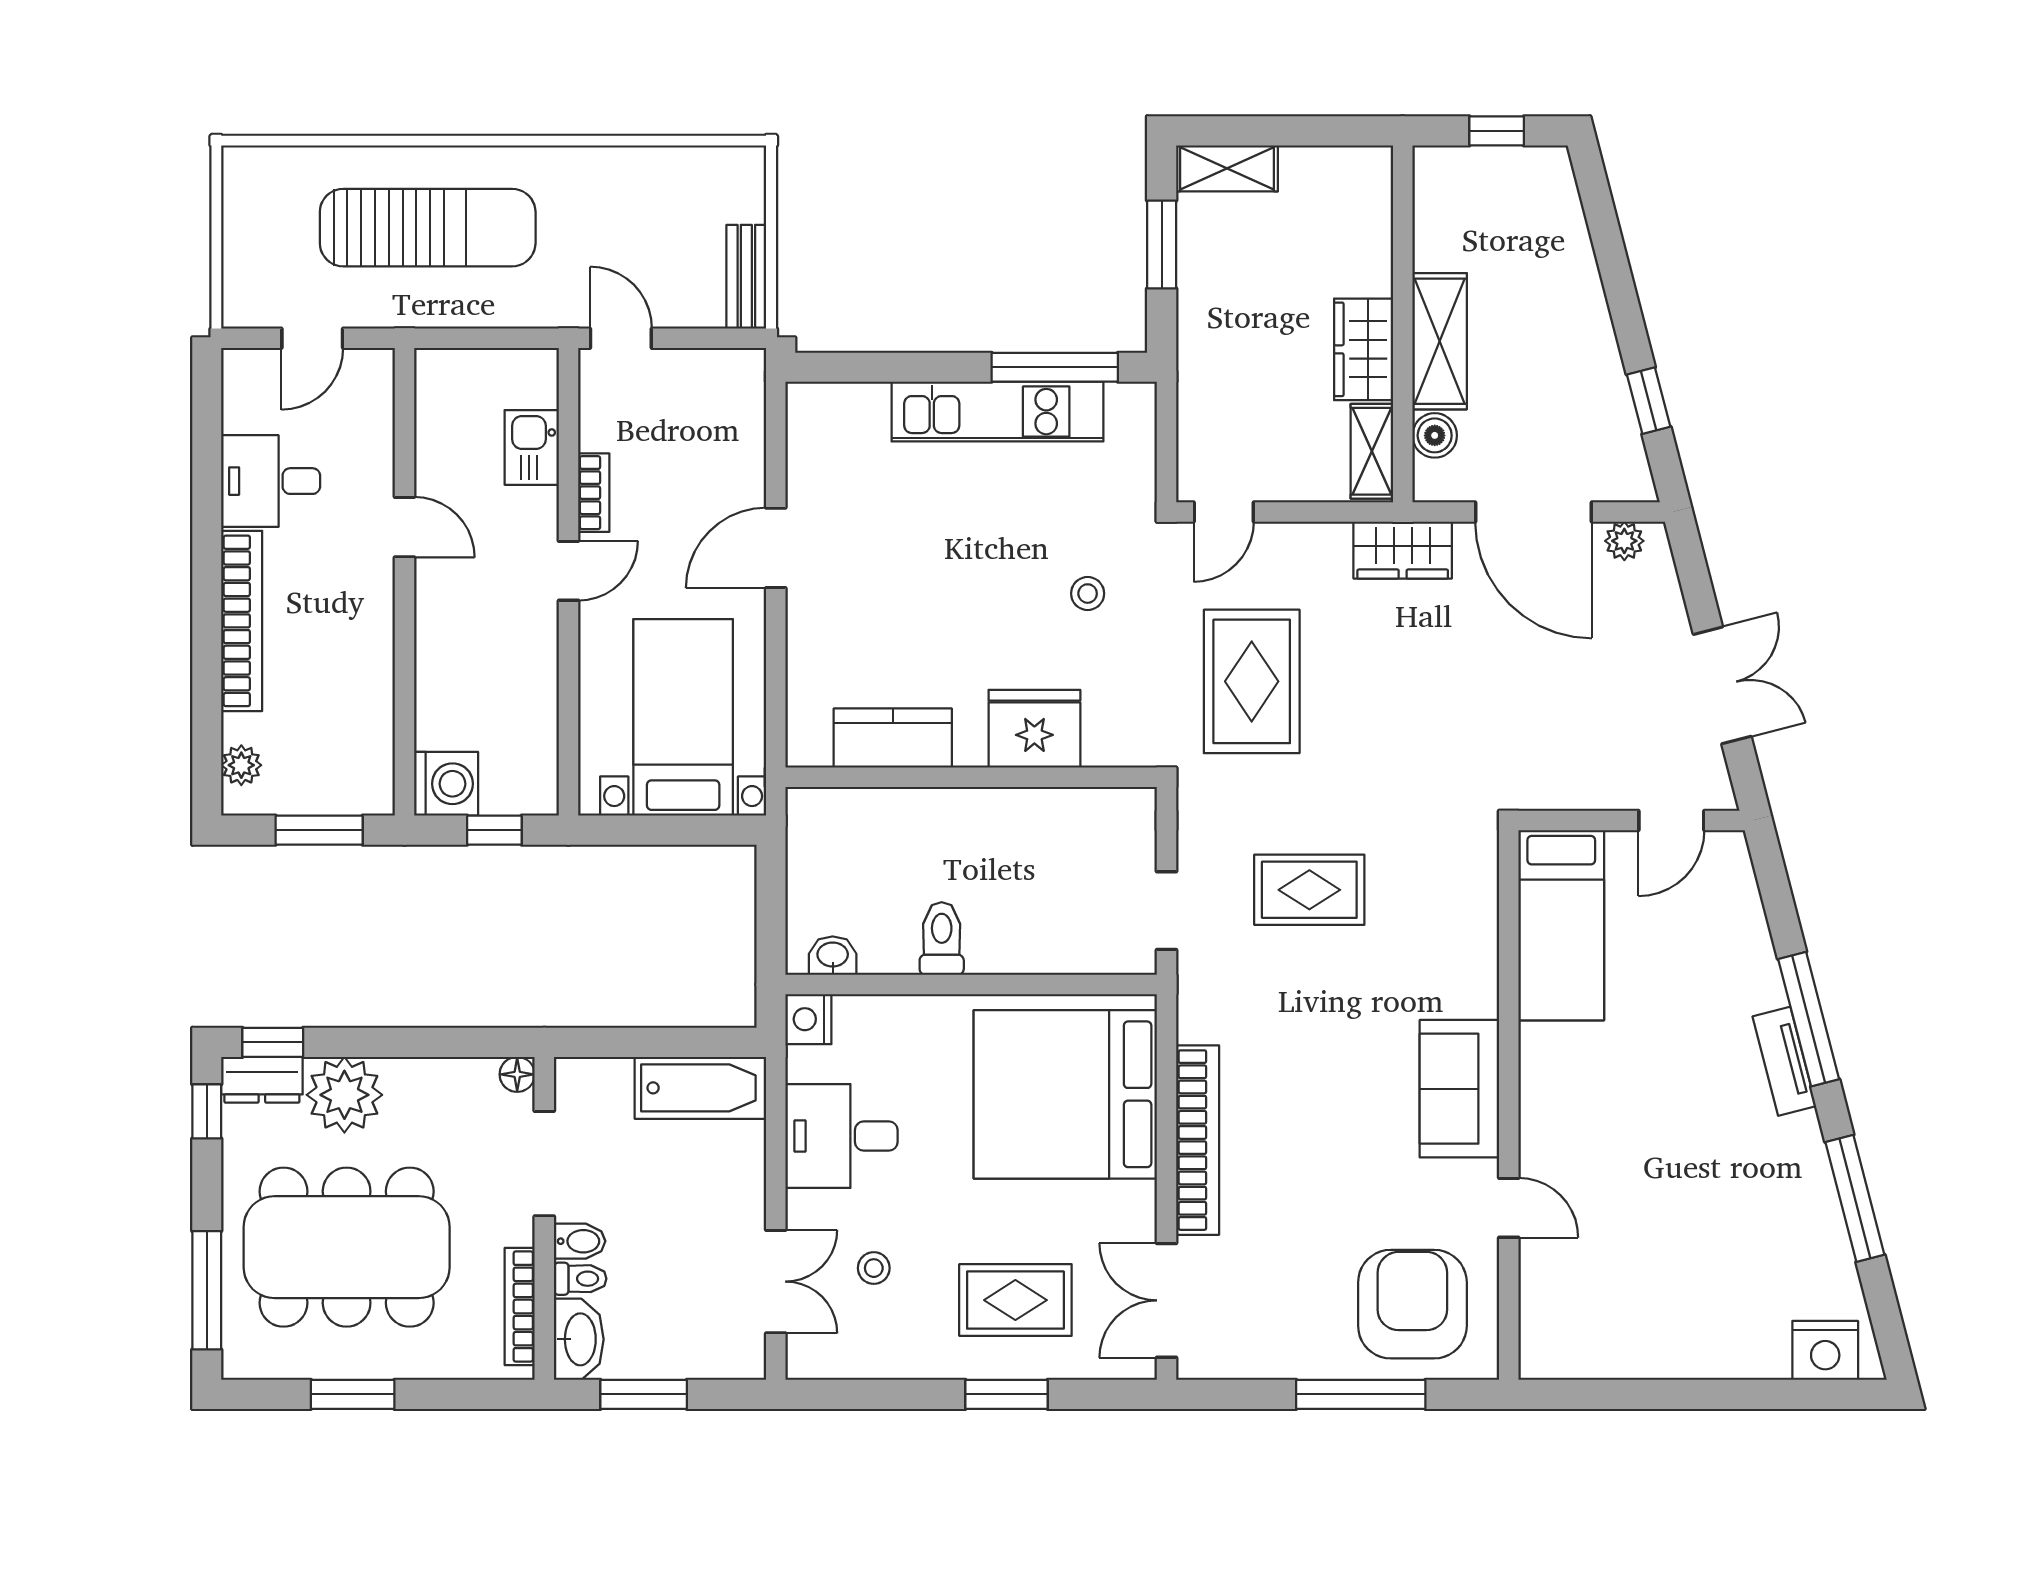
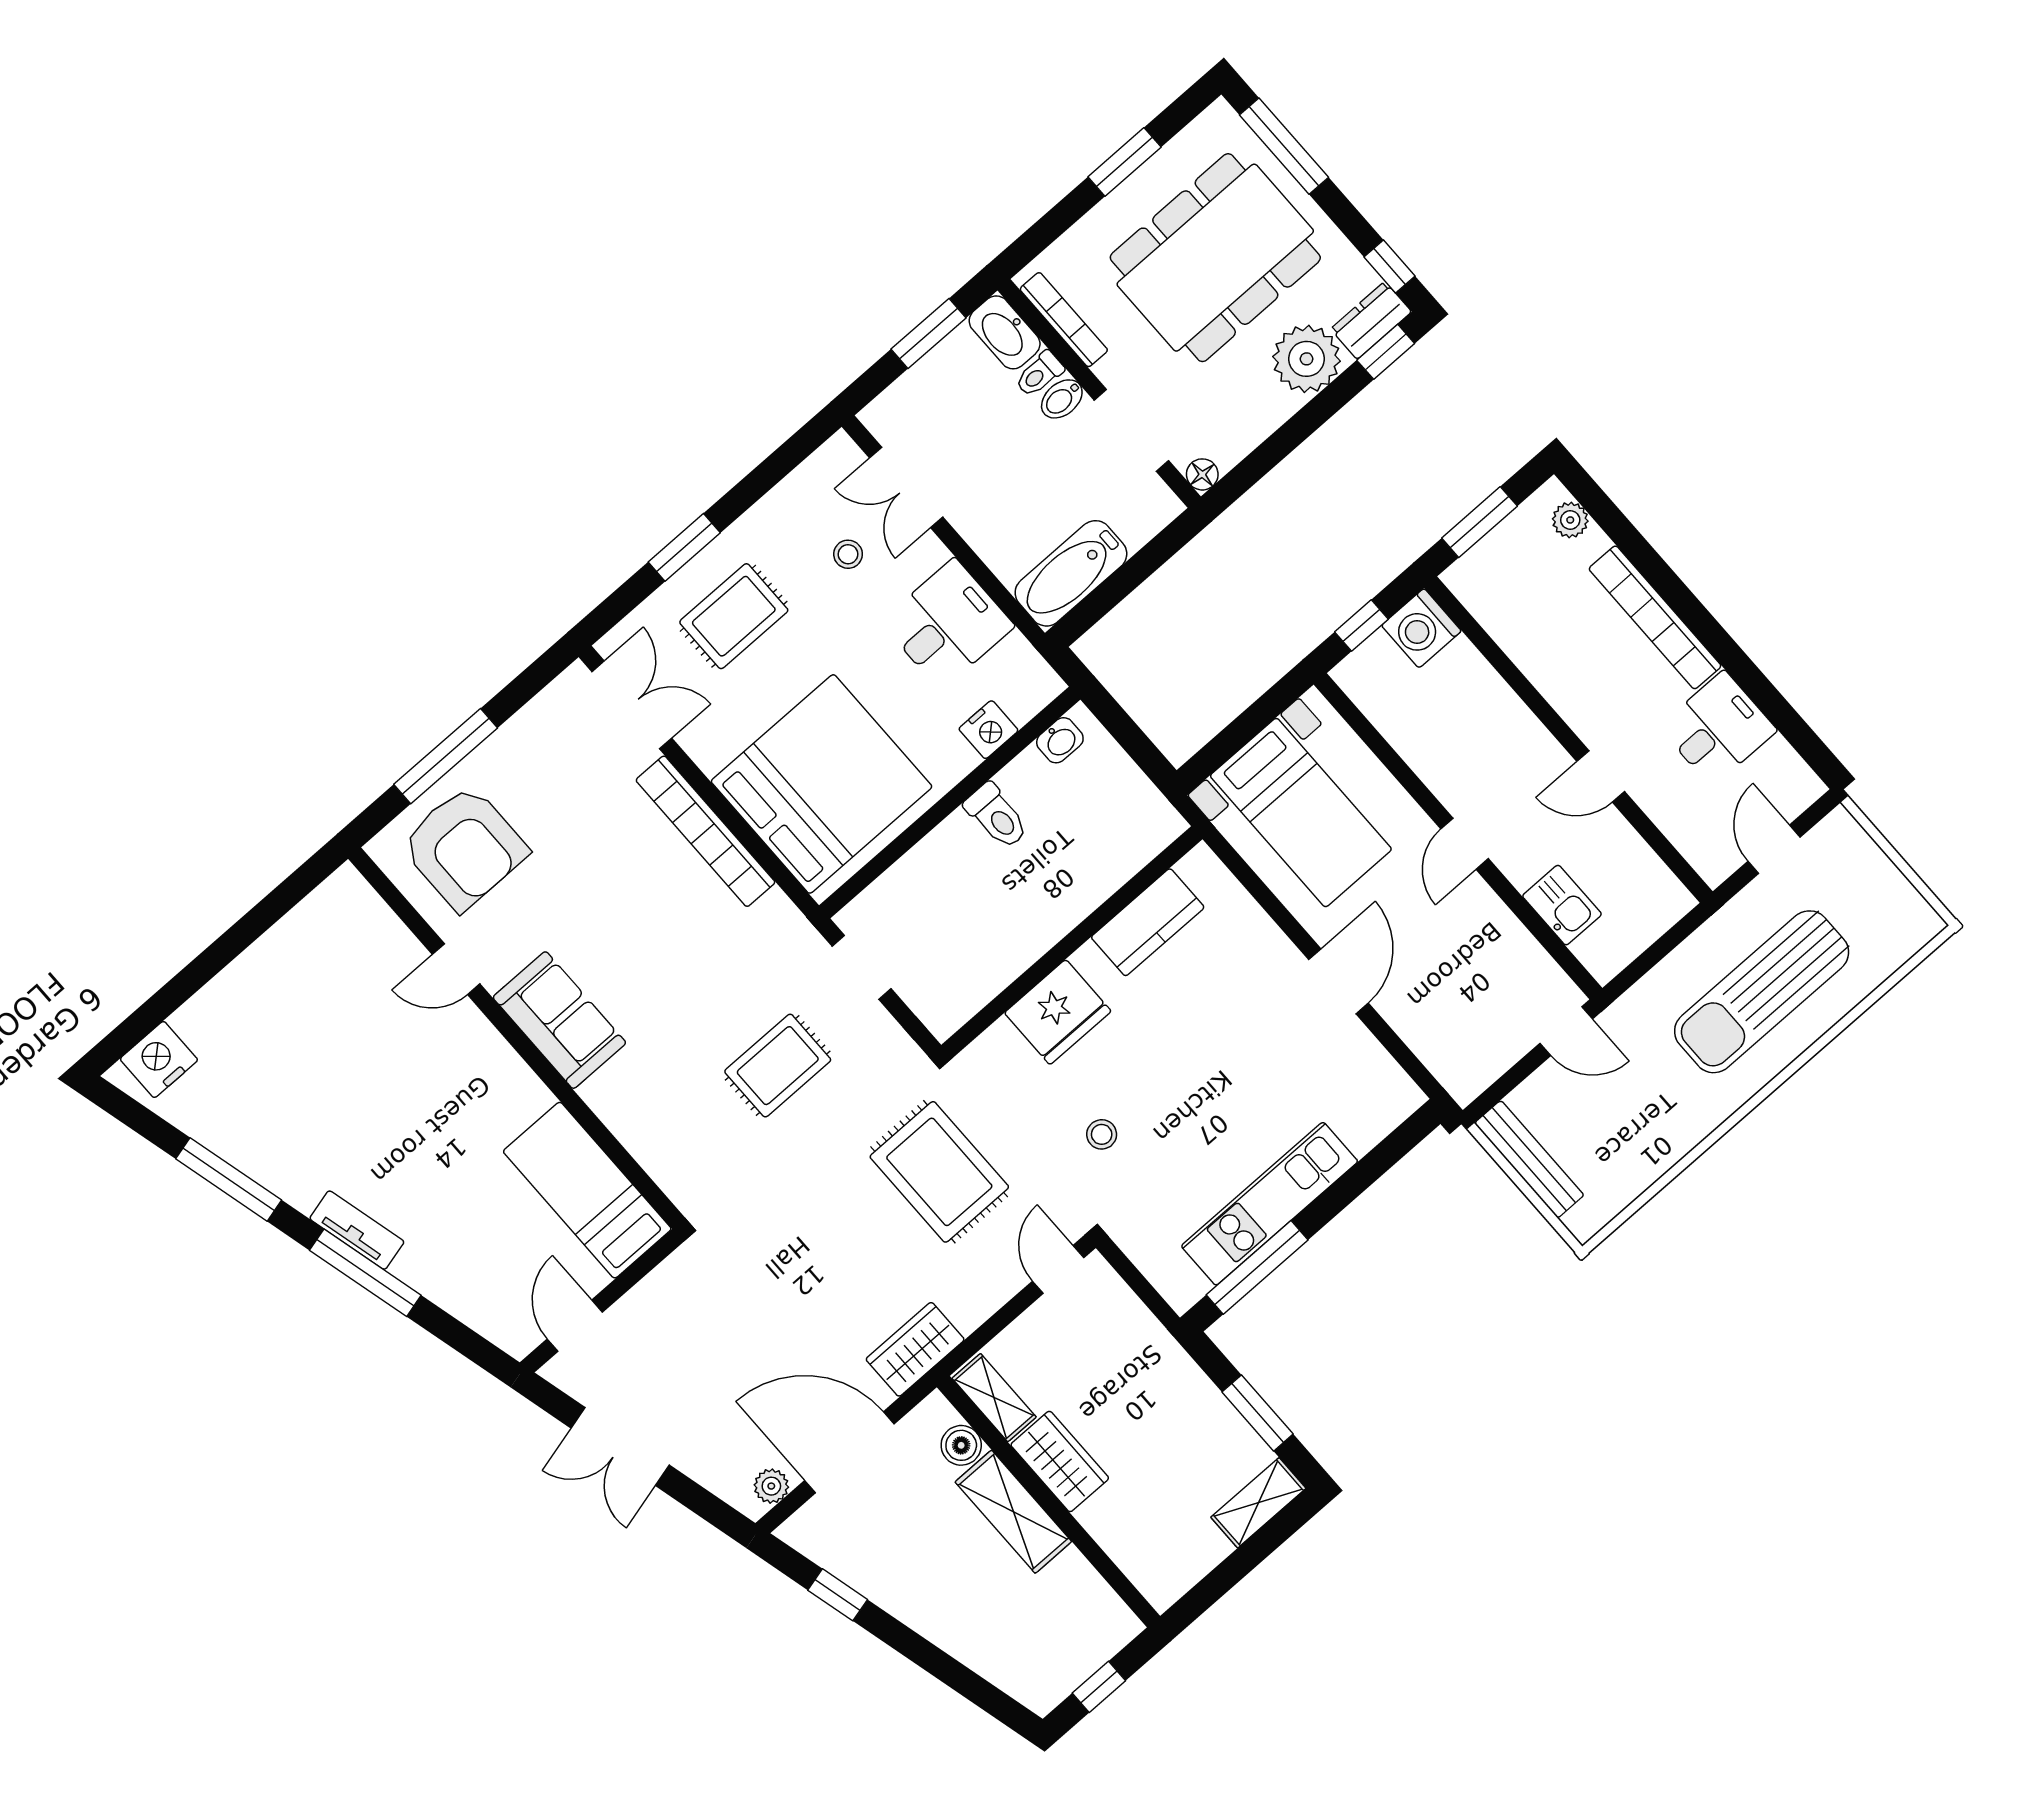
bench: (746, 277) -> (1529, 1159), width x1.36
bookcase: (594, 493) -> (1494, 911), removed
nightstand: (808, 1019) -> (988, 730), moved, turned 90

